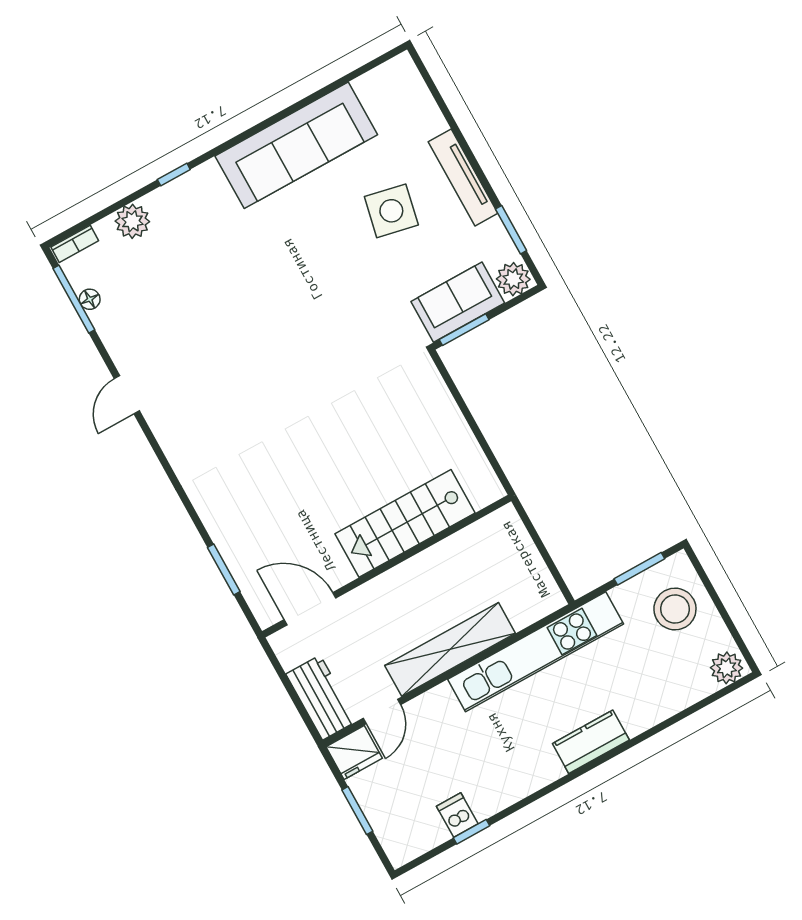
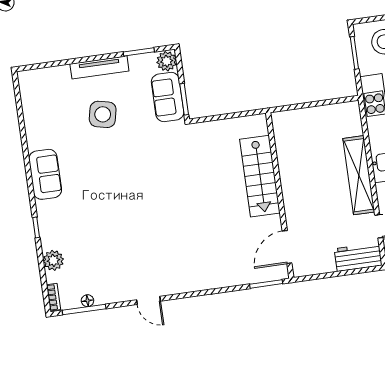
sofa: (296, 145) -> (45, 174), width x0.54, depth x0.79
stairs: (405, 523) -> (260, 176), moved
wall: (387, 566) -> (280, 195), moved
door: (310, 609) -> (287, 247), moved

